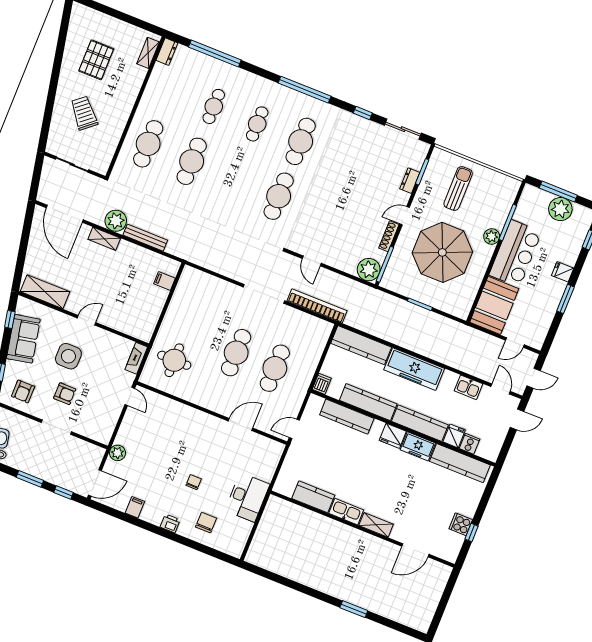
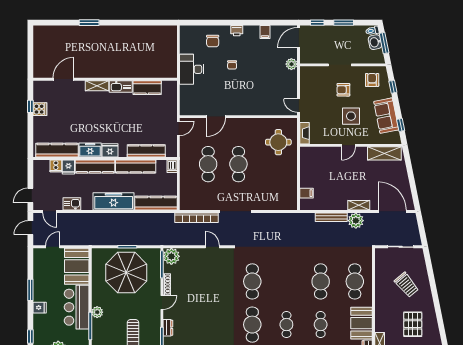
booth: (161, 87) -> (362, 323), added
parasol: (442, 252) -> (126, 273), moved

